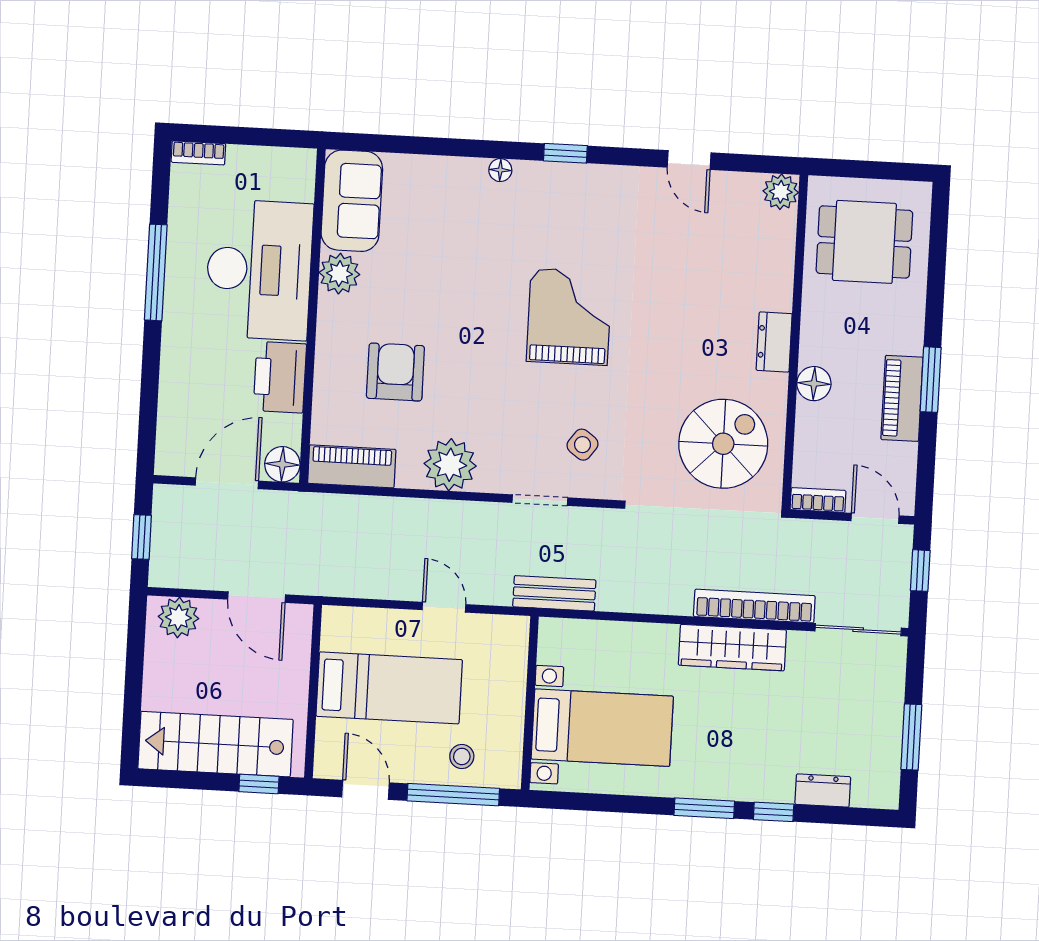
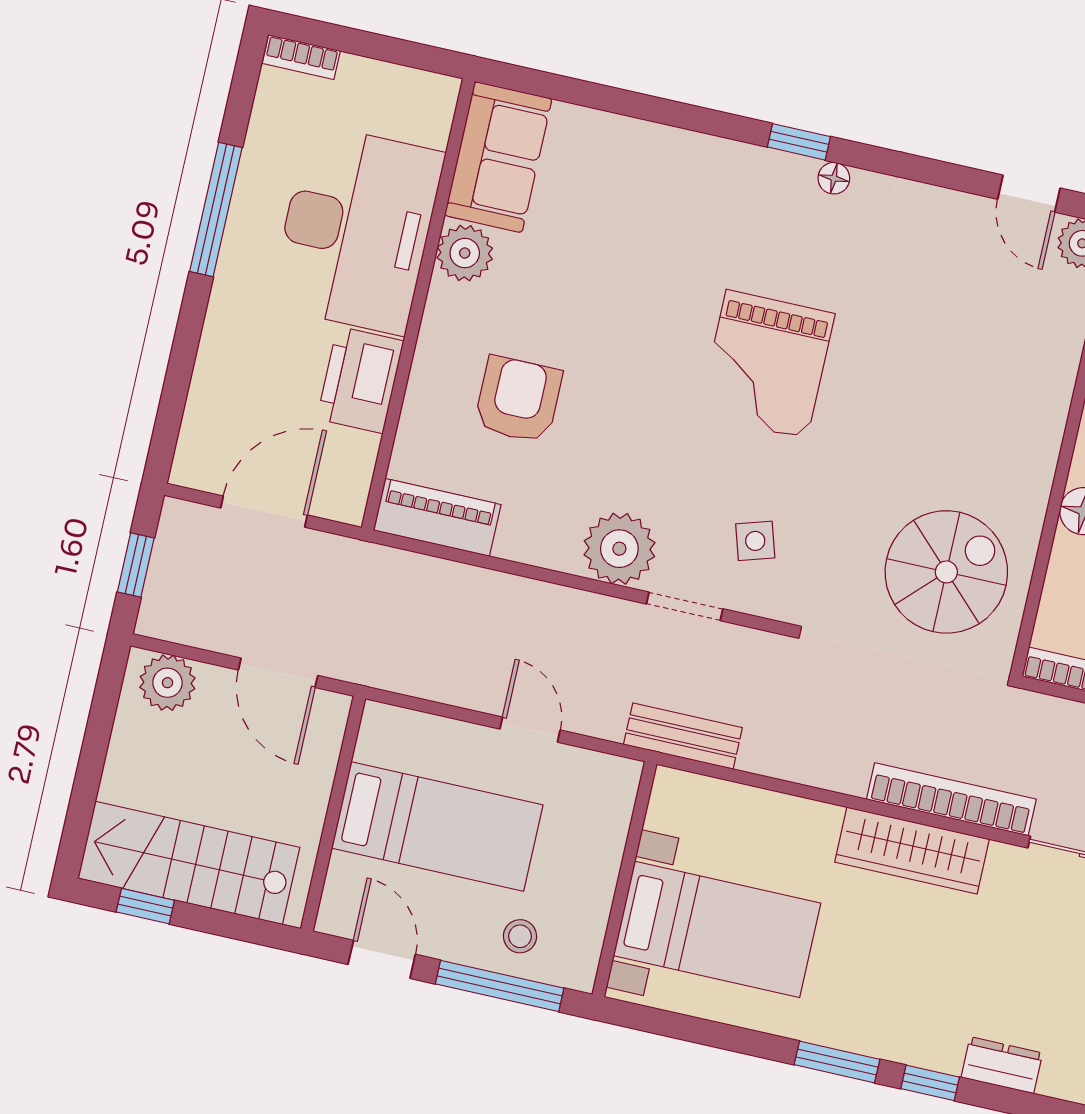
door: (689, 160) -> (1029, 194), moved
floor lamp: (500, 170) -> (834, 178), moved
grand piano: (569, 317) -> (767, 364), turned 180
dresser: (774, 342) -> (1039, 446), removed
side table: (582, 445) -> (755, 541), turned 37
floor lamp: (282, 464) -> (344, 499), removed
plant: (450, 465) -> (619, 549), moved
window: (259, 784) -> (145, 906), moved

